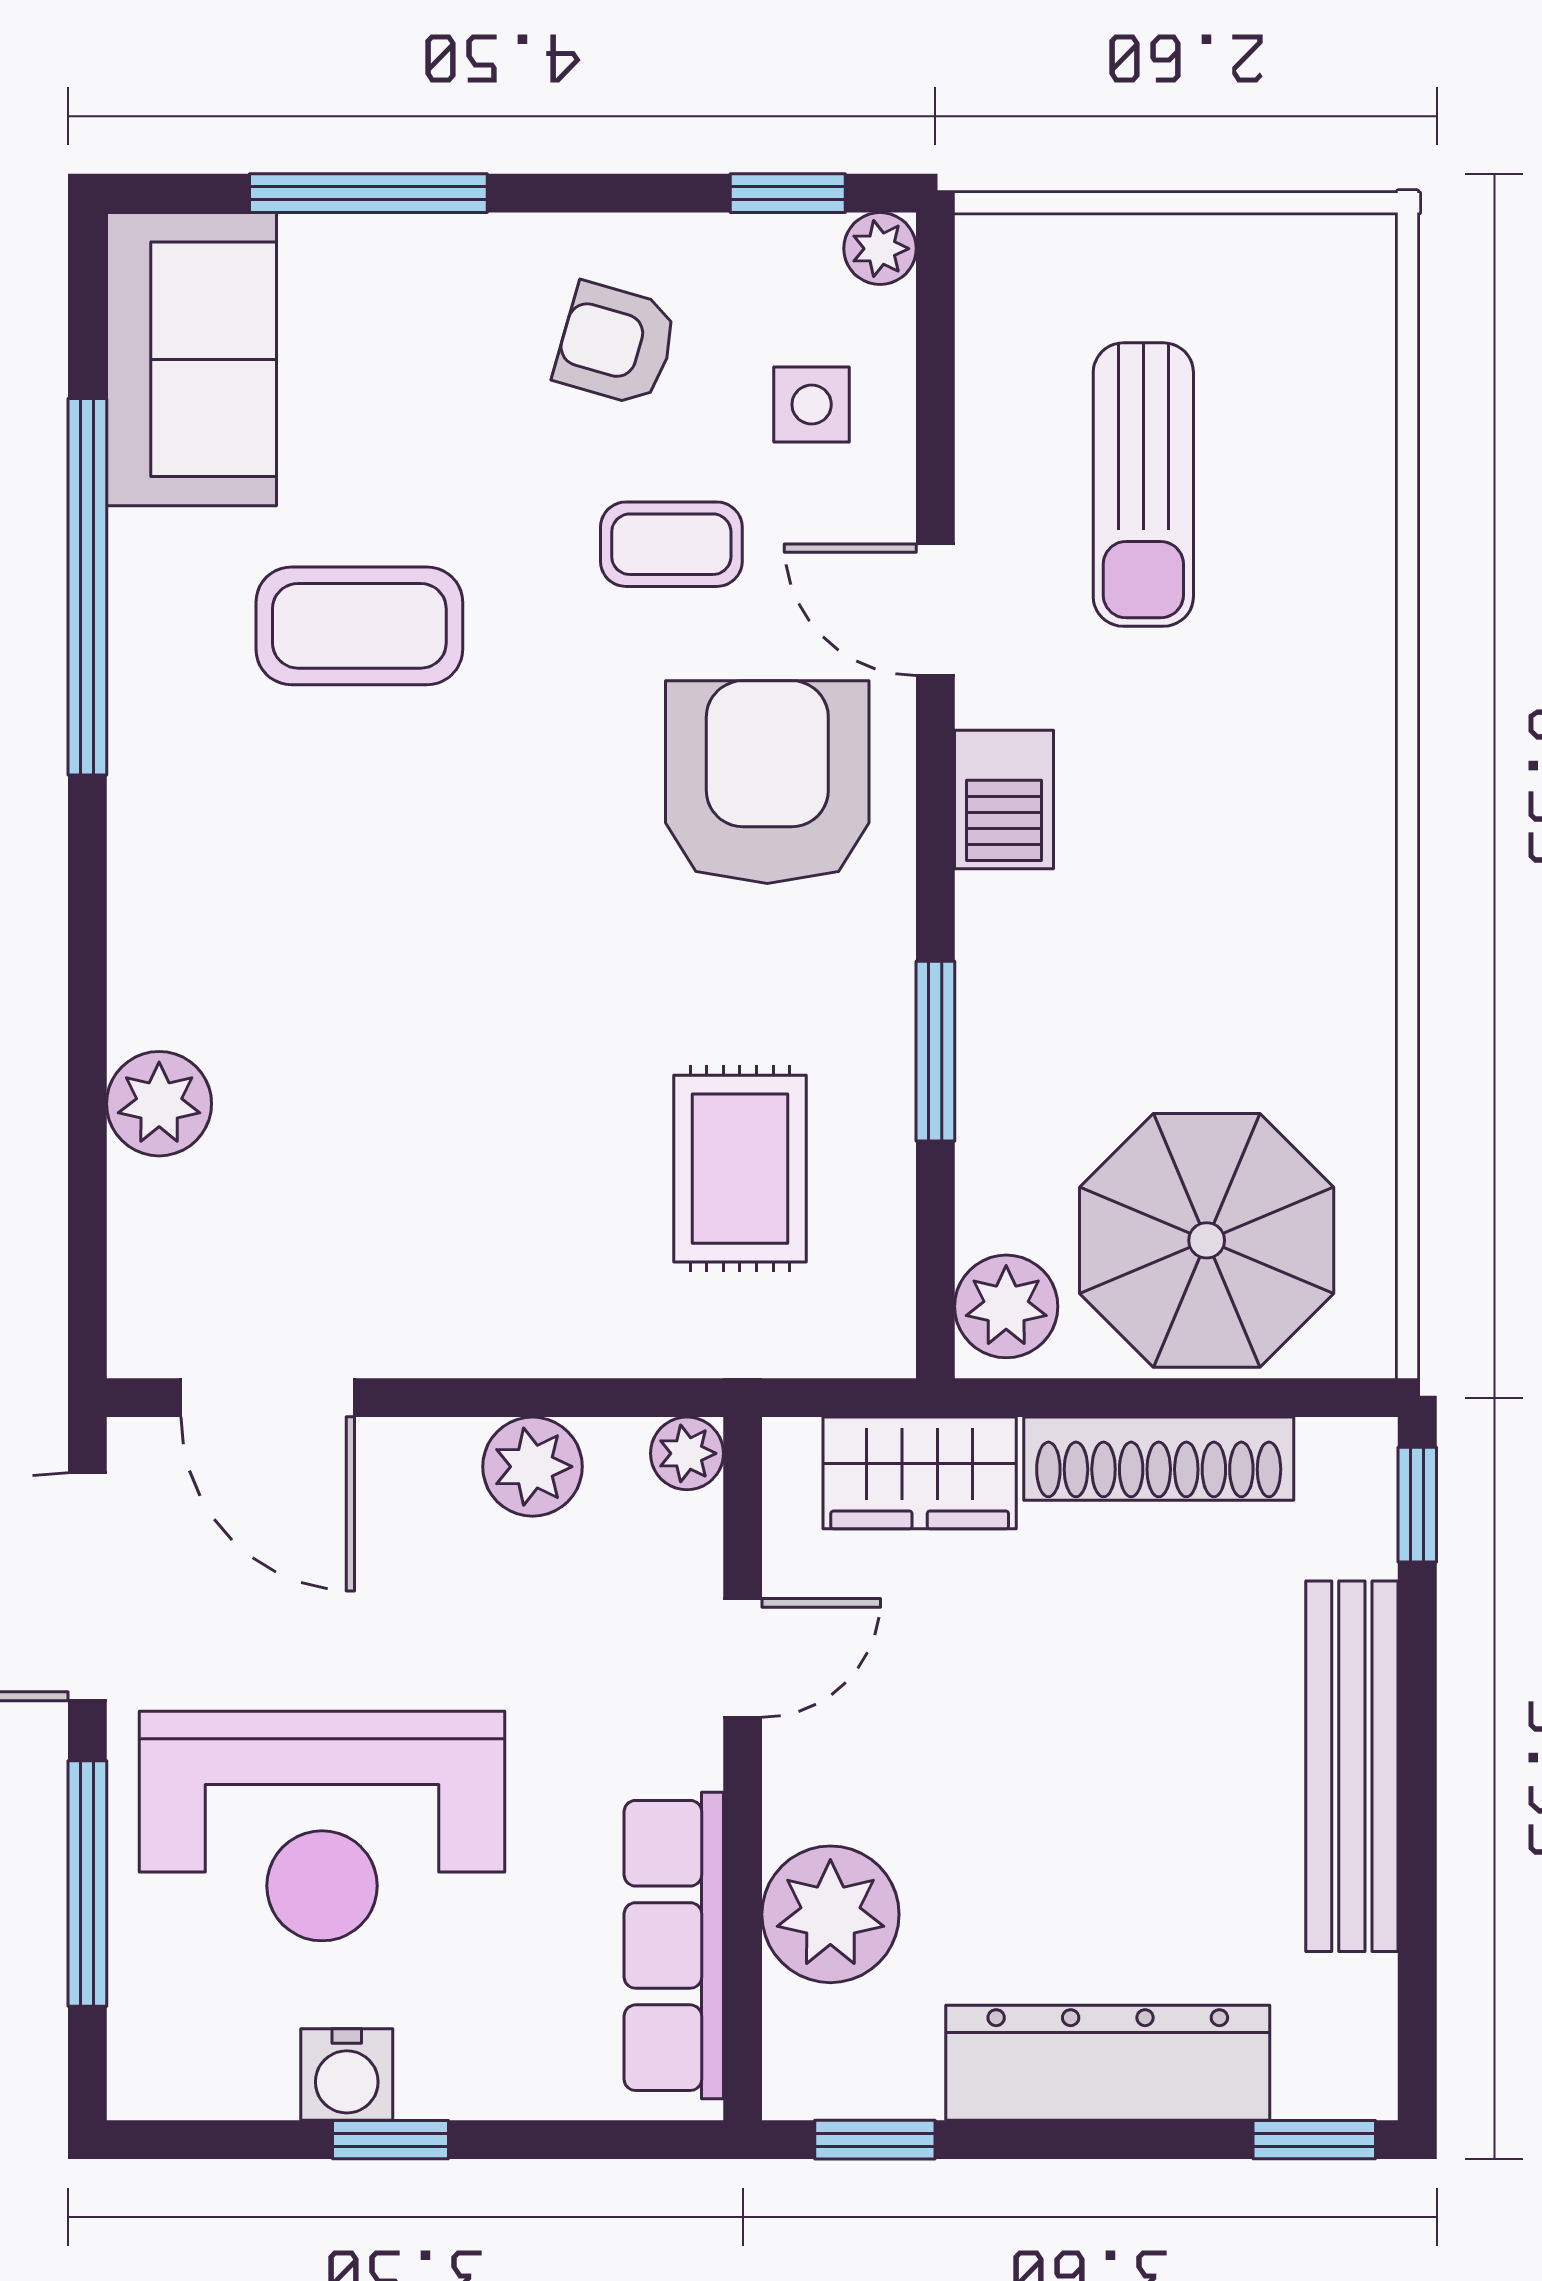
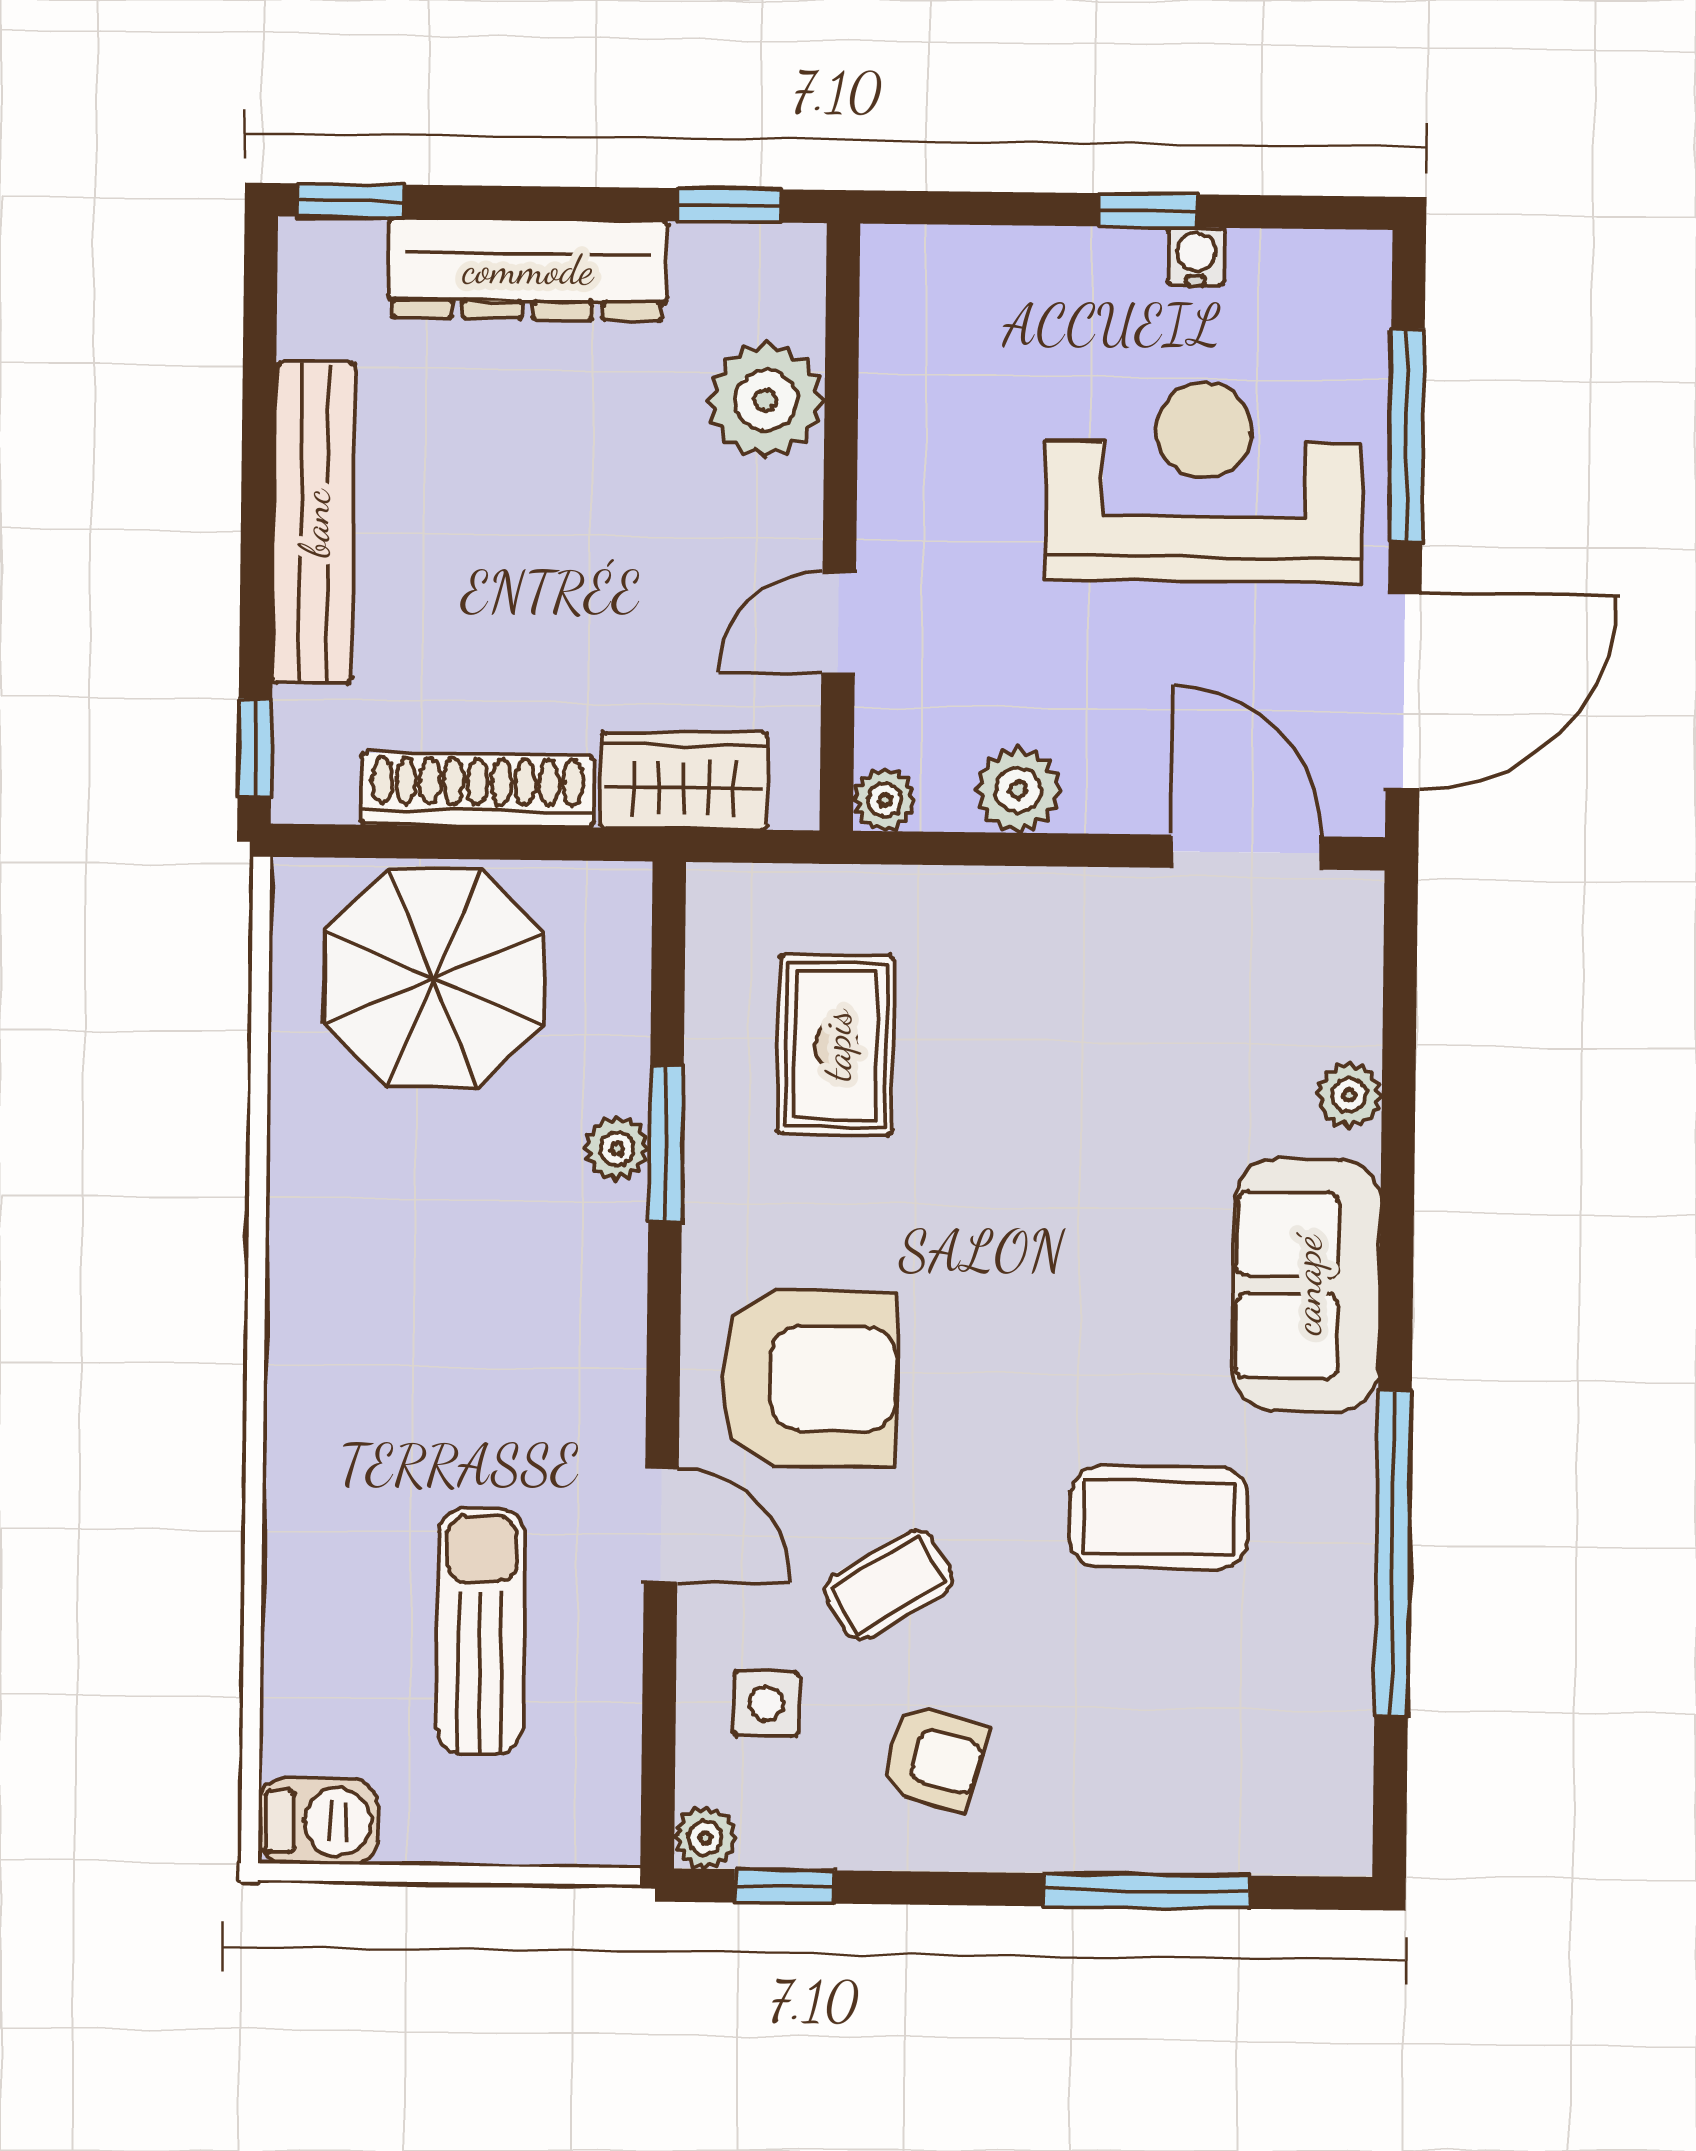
sofa: (192, 359) -> (1306, 1285), moved
coffee table: (671, 544) -> (889, 1585), turned -31
armchair: (767, 782) -> (808, 1378), turned -90
barbecue: (1004, 799) -> (318, 1822), moved, turned 90
plant: (159, 1104) -> (1349, 1095), width x0.73, depth x0.73
plant: (1006, 1306) -> (617, 1148), moved, width x0.73, depth x0.73
row of seats: (674, 1945) -> (901, 375), removed
water cooler: (347, 2075) -> (1196, 256), width x0.72, depth x0.72

